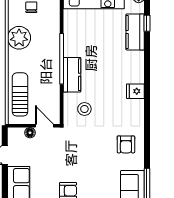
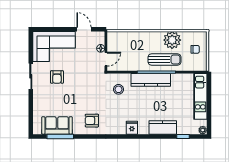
kitchen counter: (135, 32) -> (163, 127), moved
kitchen counter: (72, 75) -> (151, 80), width x1.50
sun lounger: (20, 94) -> (164, 59), moved

